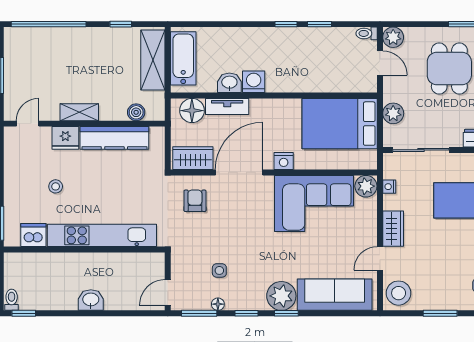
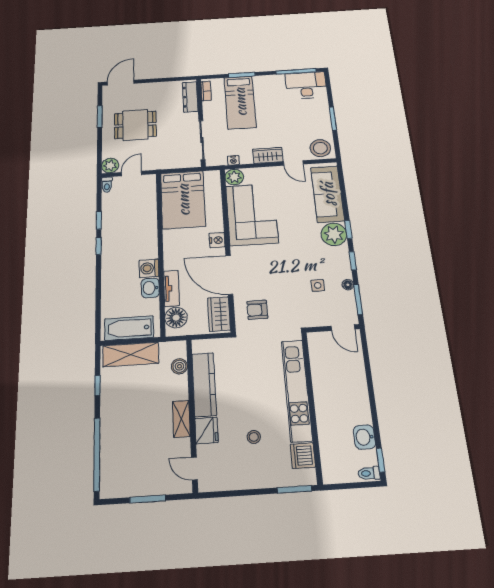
plant: (393, 113) -> (173, 161), removed
washbasin: (91, 300) -> (364, 437), moved

